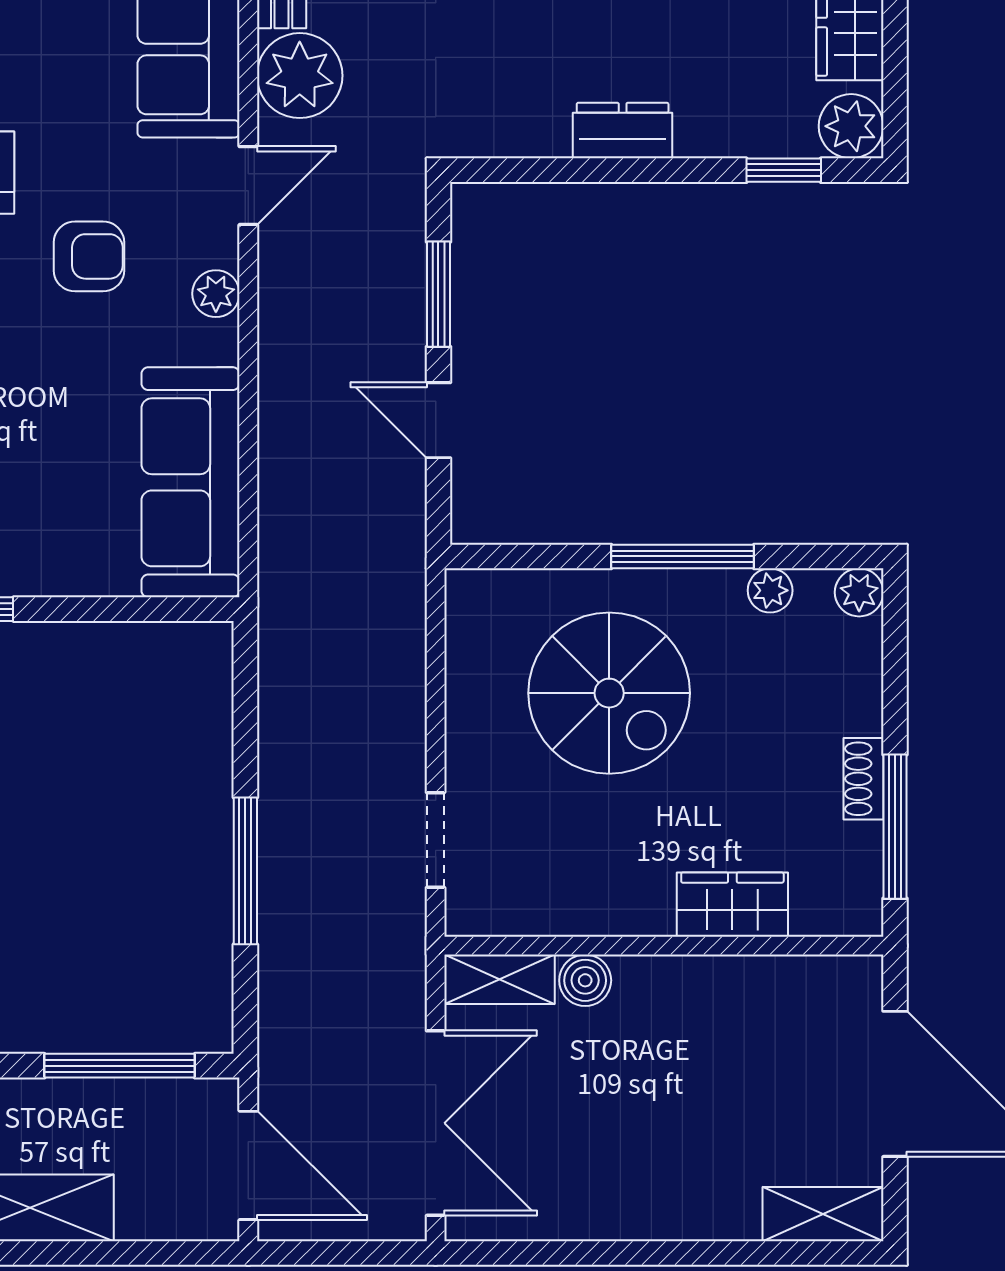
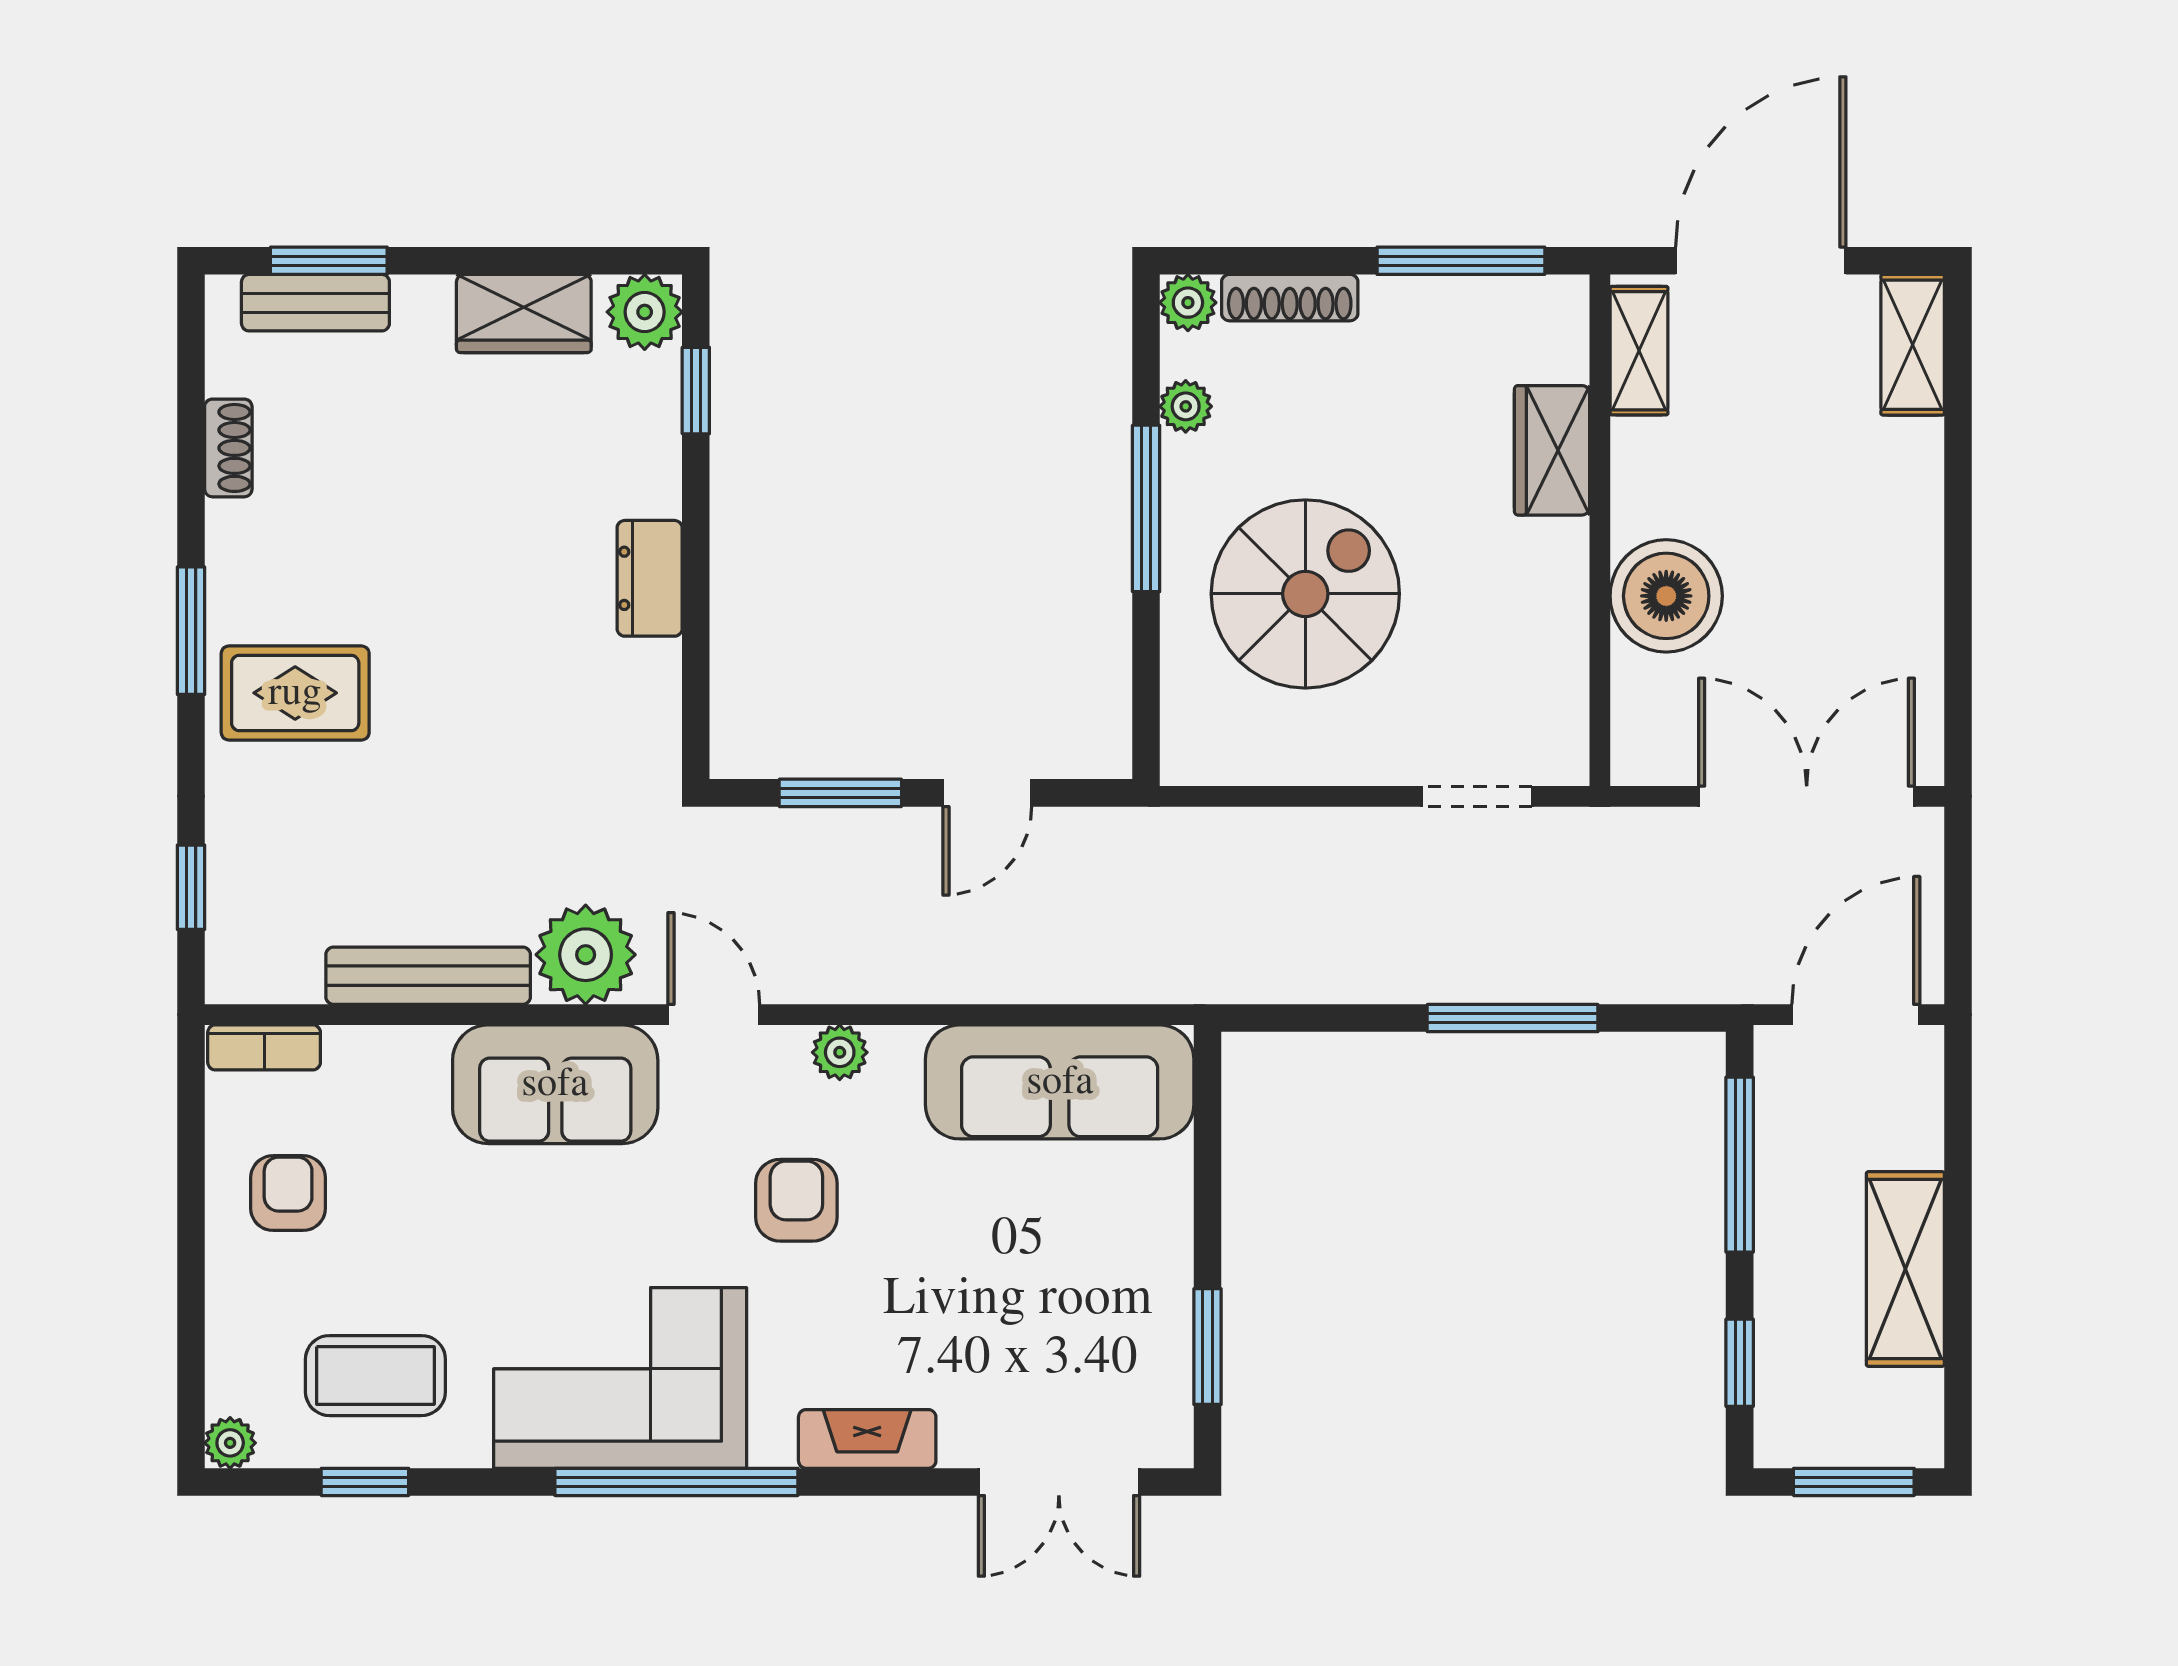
shoe rack: (863, 779) -> (1290, 298), moved, width x1.43
shelving: (499, 979) -> (1639, 351), moved
boiler: (585, 980) -> (1666, 596), width x1.86, depth x1.86

